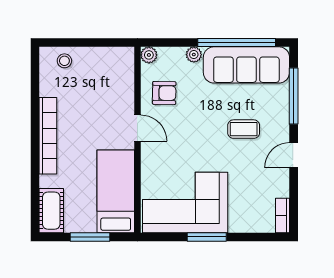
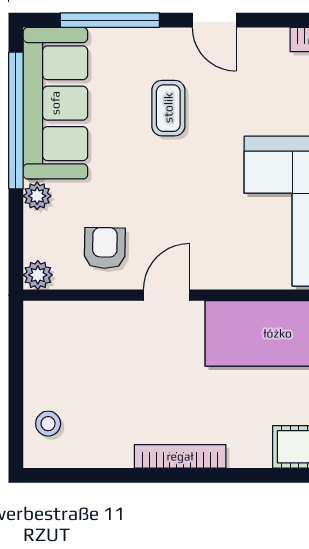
bookcase: (48, 136) -> (180, 456), width x0.68, depth x0.76

